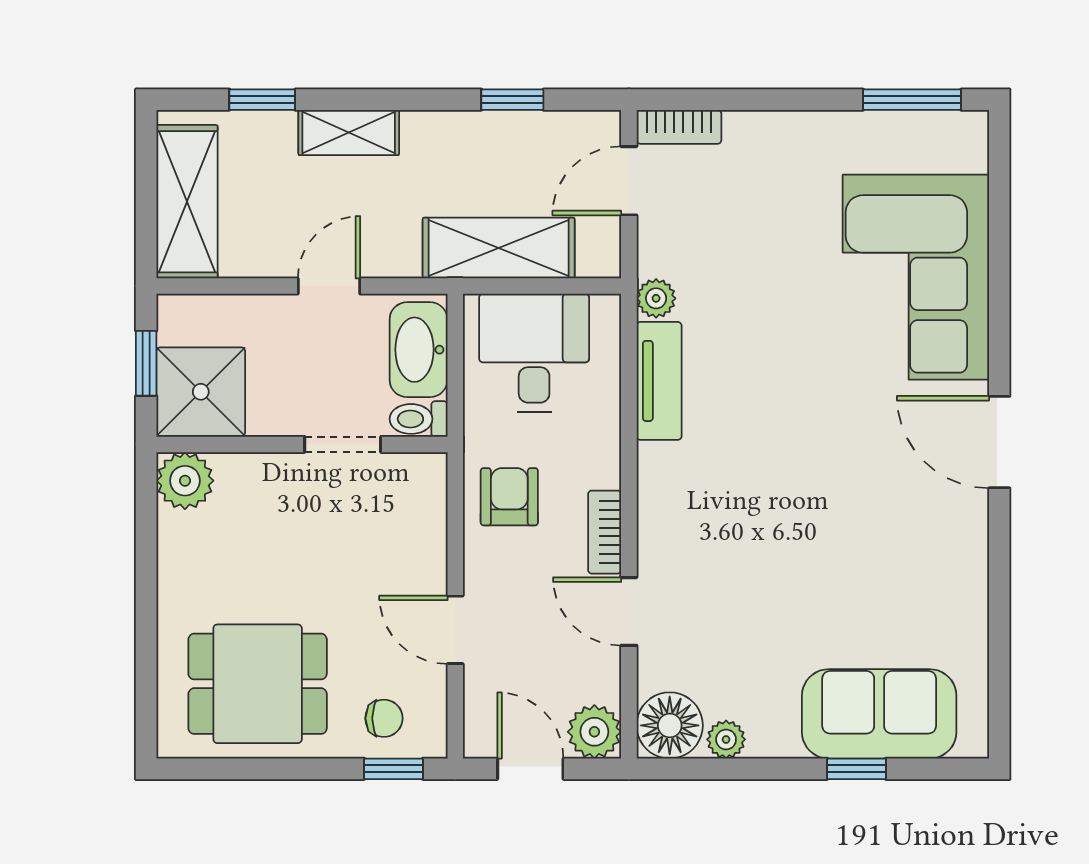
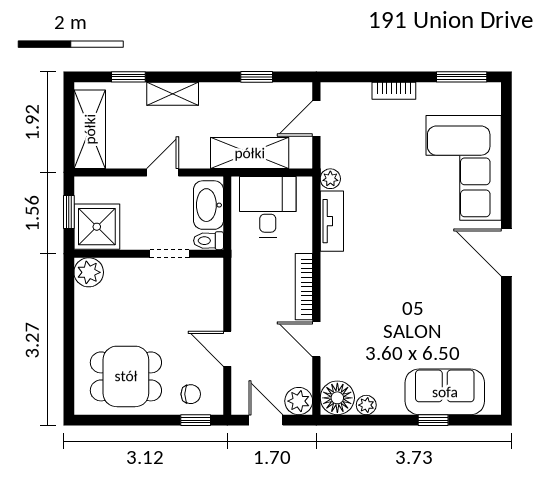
bookcase: (679, 127) -> (394, 91), moved
armchair: (509, 497) -> (255, 281), removed
bookcase: (605, 532) -> (304, 287), width x1.56

